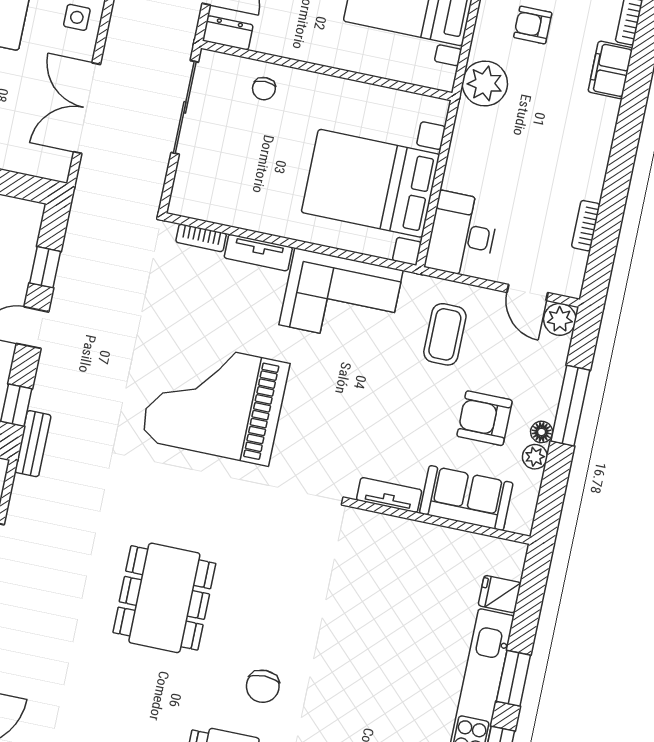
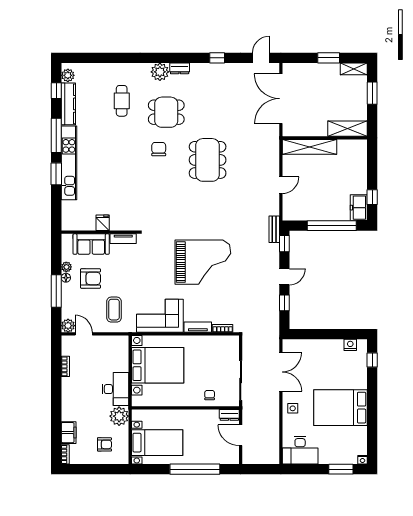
desk: (462, 235) -> (115, 389), moved
fridge: (500, 594) -> (103, 223), moved, turned -90
dining table: (164, 598) -> (208, 160), moved

